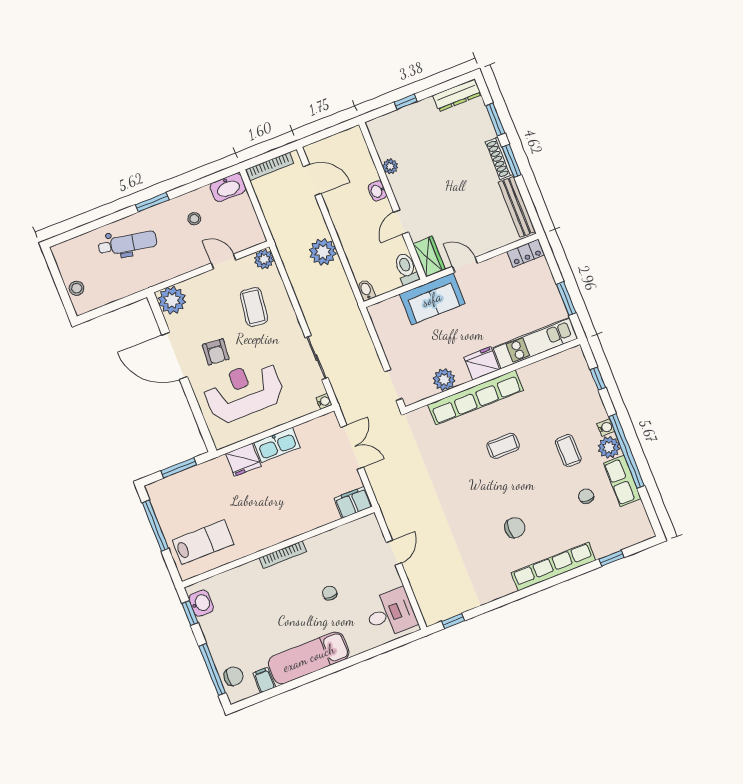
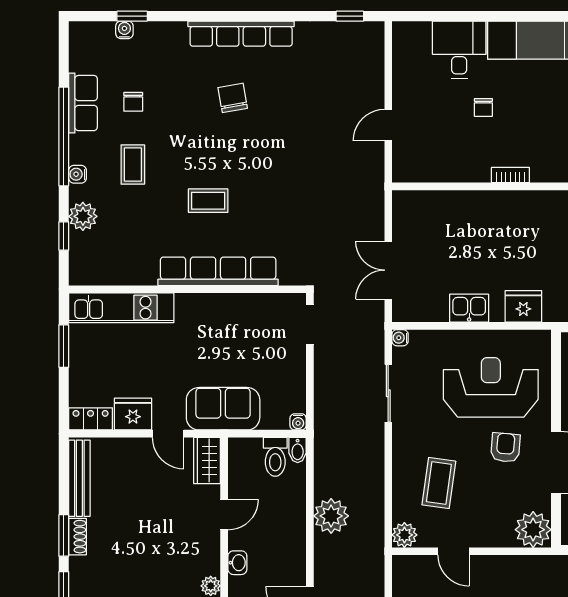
shoe rack: (499, 158) -> (78, 537), width x0.70
toilet: (406, 269) -> (275, 457), moved
water cooler: (374, 311) -> (298, 422), added
fridge: (482, 363) -> (133, 414), moved, turned 180
plant: (444, 380) -> (247, 307), removed
reception desk: (244, 391) -> (491, 387), turned 180
kitchen sink: (277, 445) -> (469, 308), width x0.73
plant: (609, 447) -> (83, 216), moved
filing cabinet: (353, 502) -> (413, 204), removed
chair: (515, 528) -> (233, 98), turned 80
water cooler: (613, 546) -> (124, 30), added
bookcase: (283, 555) -> (510, 175), width x0.64
row of seats: (553, 566) -> (241, 34), moved
desk: (391, 613) -> (459, 50), moved, turned 90

